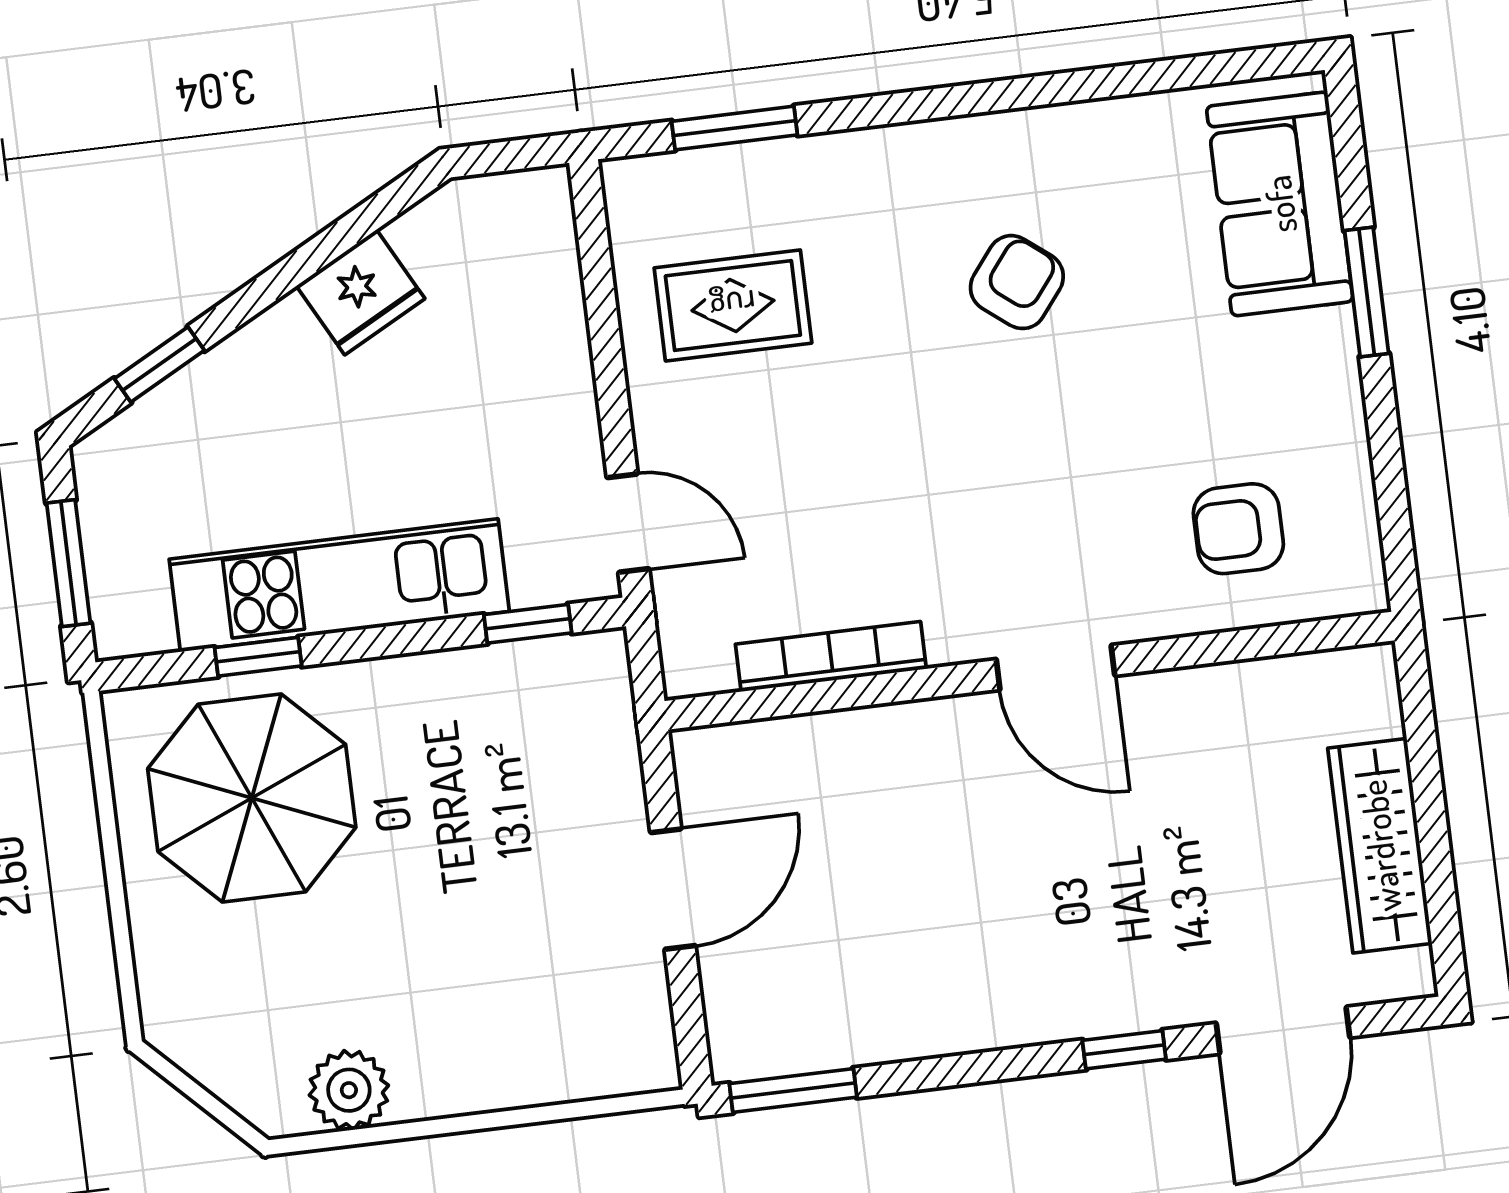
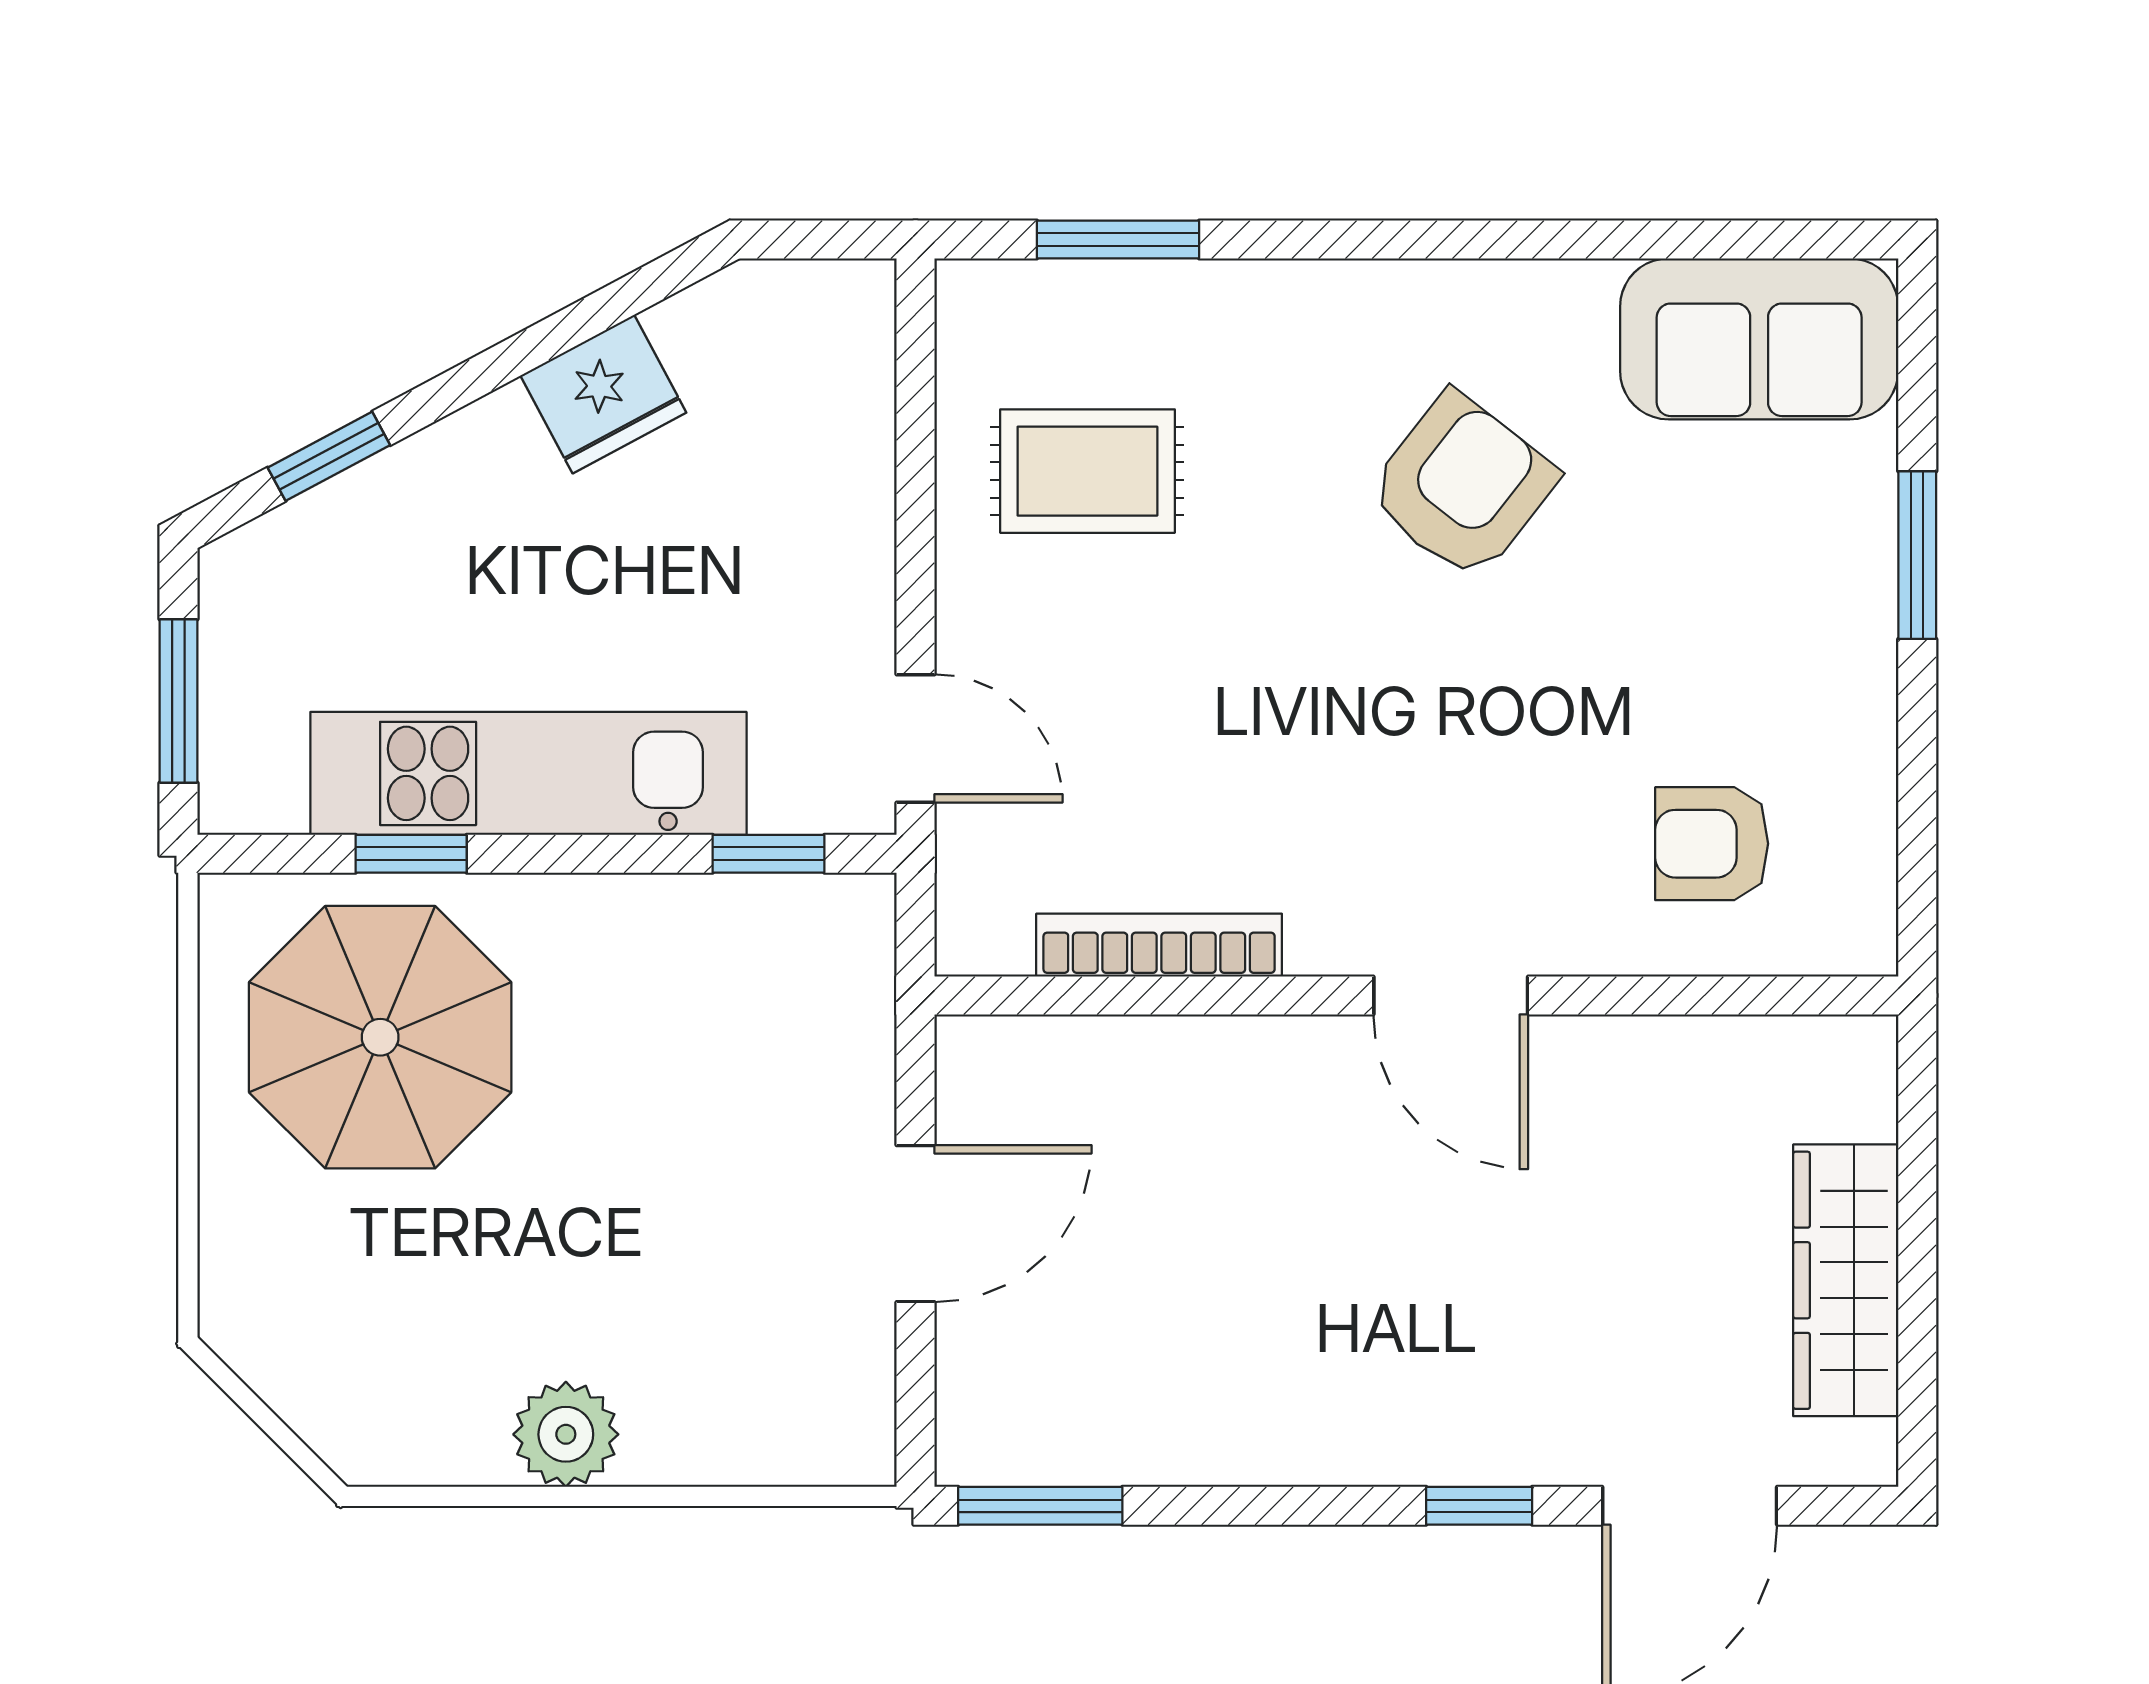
sofa: (1280, 204) -> (1759, 339), moved, turned -90
armchair: (1017, 282) -> (1462, 486), width x1.38, depth x1.38
plant: (349, 1090) -> (566, 1434), moved

